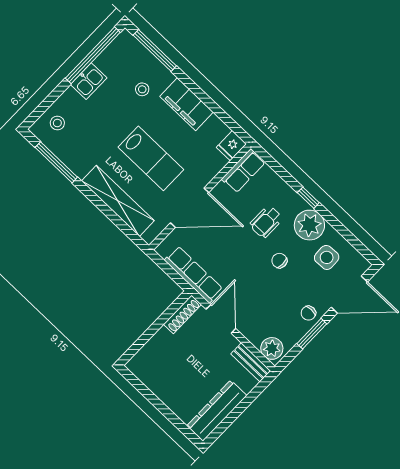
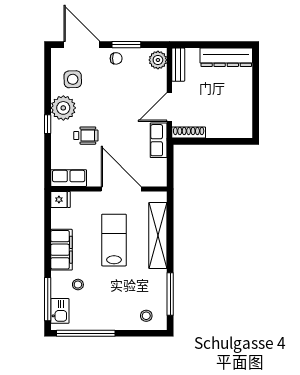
kitchen sink: (89, 81) -> (60, 311), moved, turned 90
chair: (279, 261) -> (101, 106), removed
row of seats: (194, 275) -> (159, 140), width x0.68

